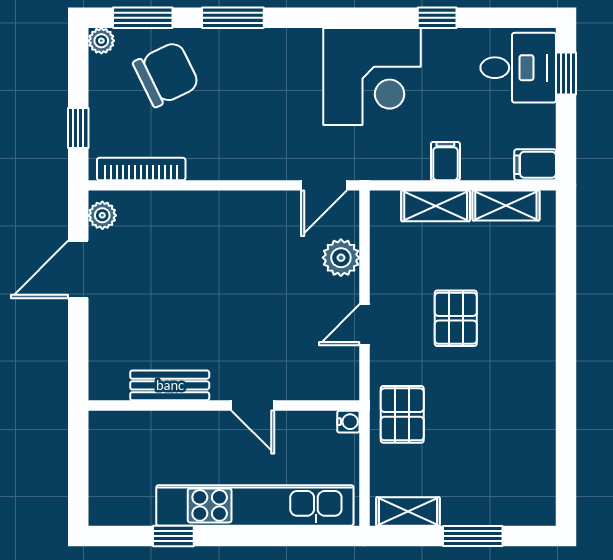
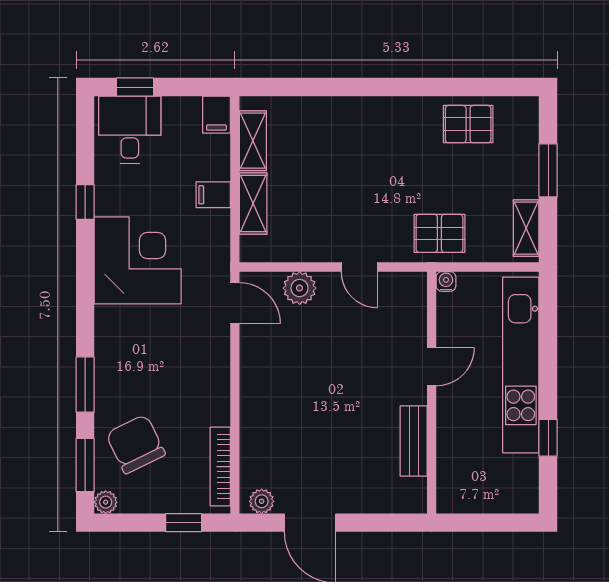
pallet: (456, 318) -> (468, 124), moved

